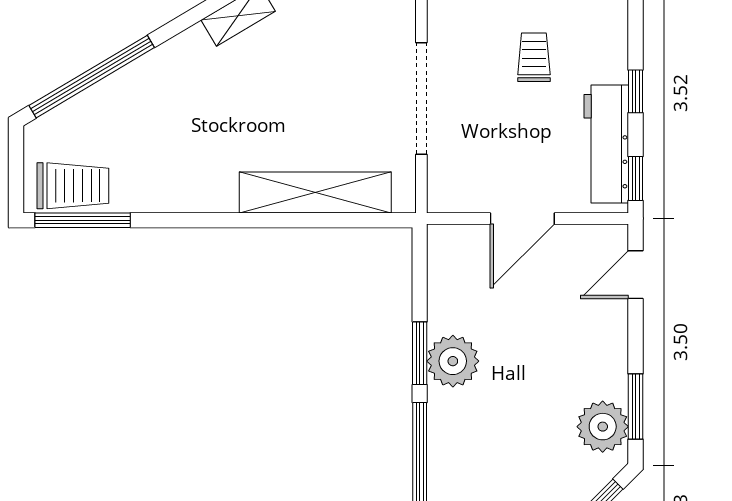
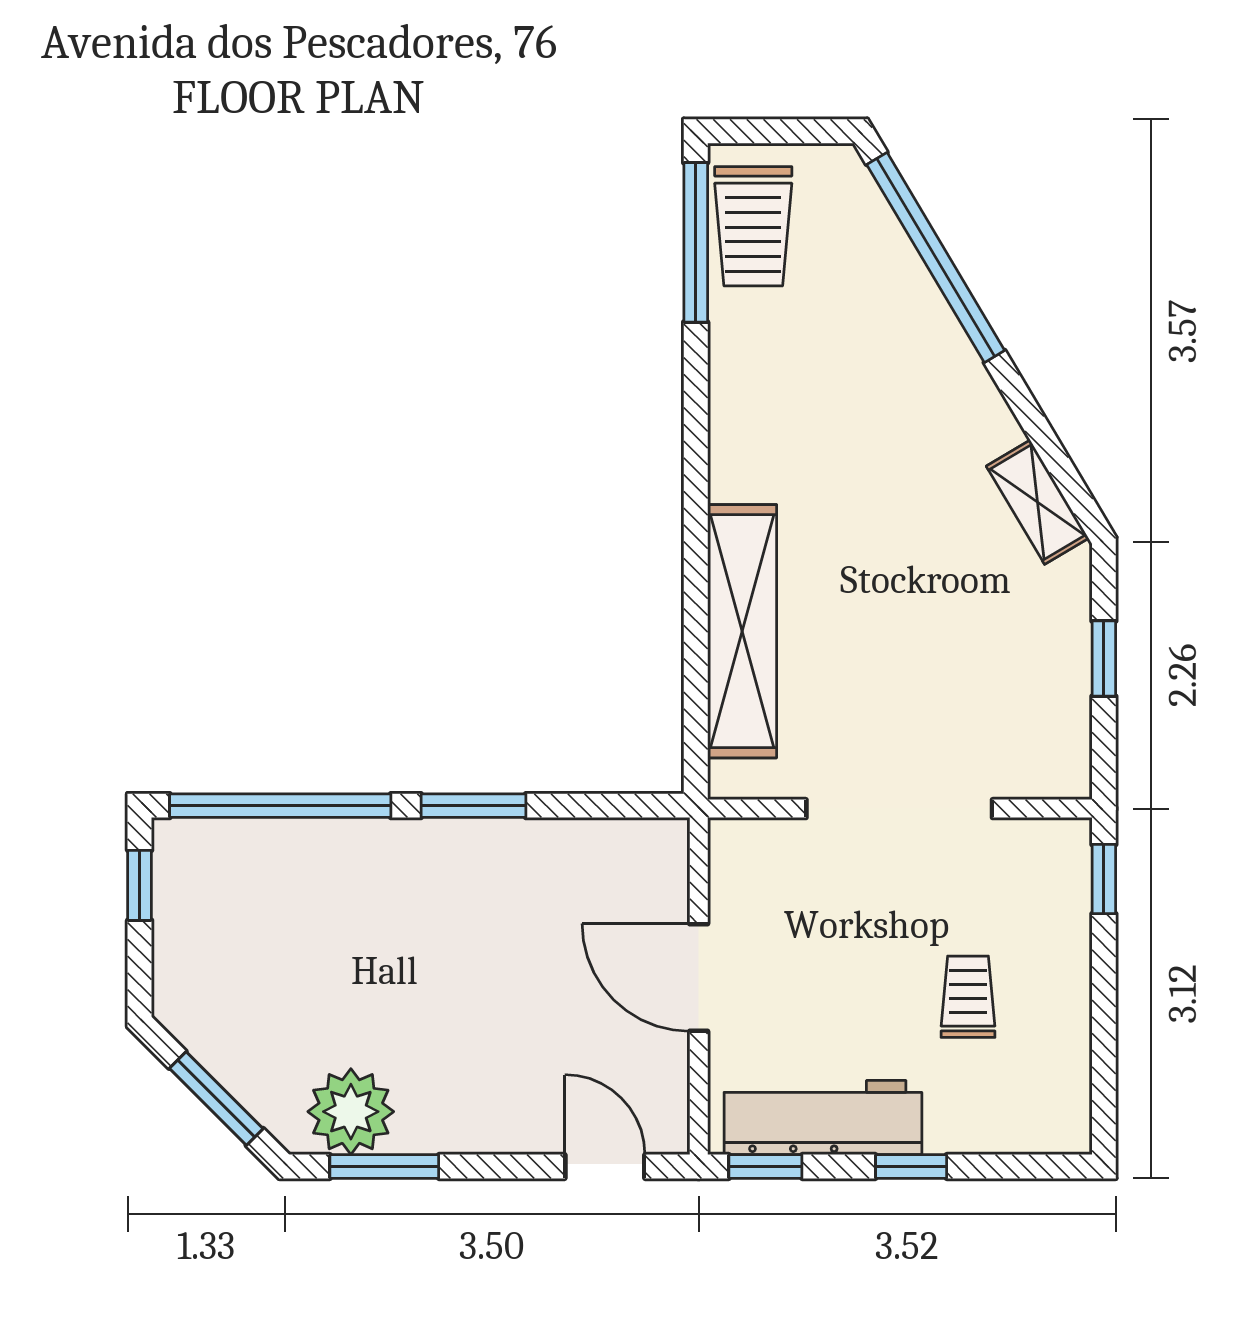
trolley: (534, 57) -> (968, 997), turned -90
plant: (453, 361) -> (460, 861), removed

